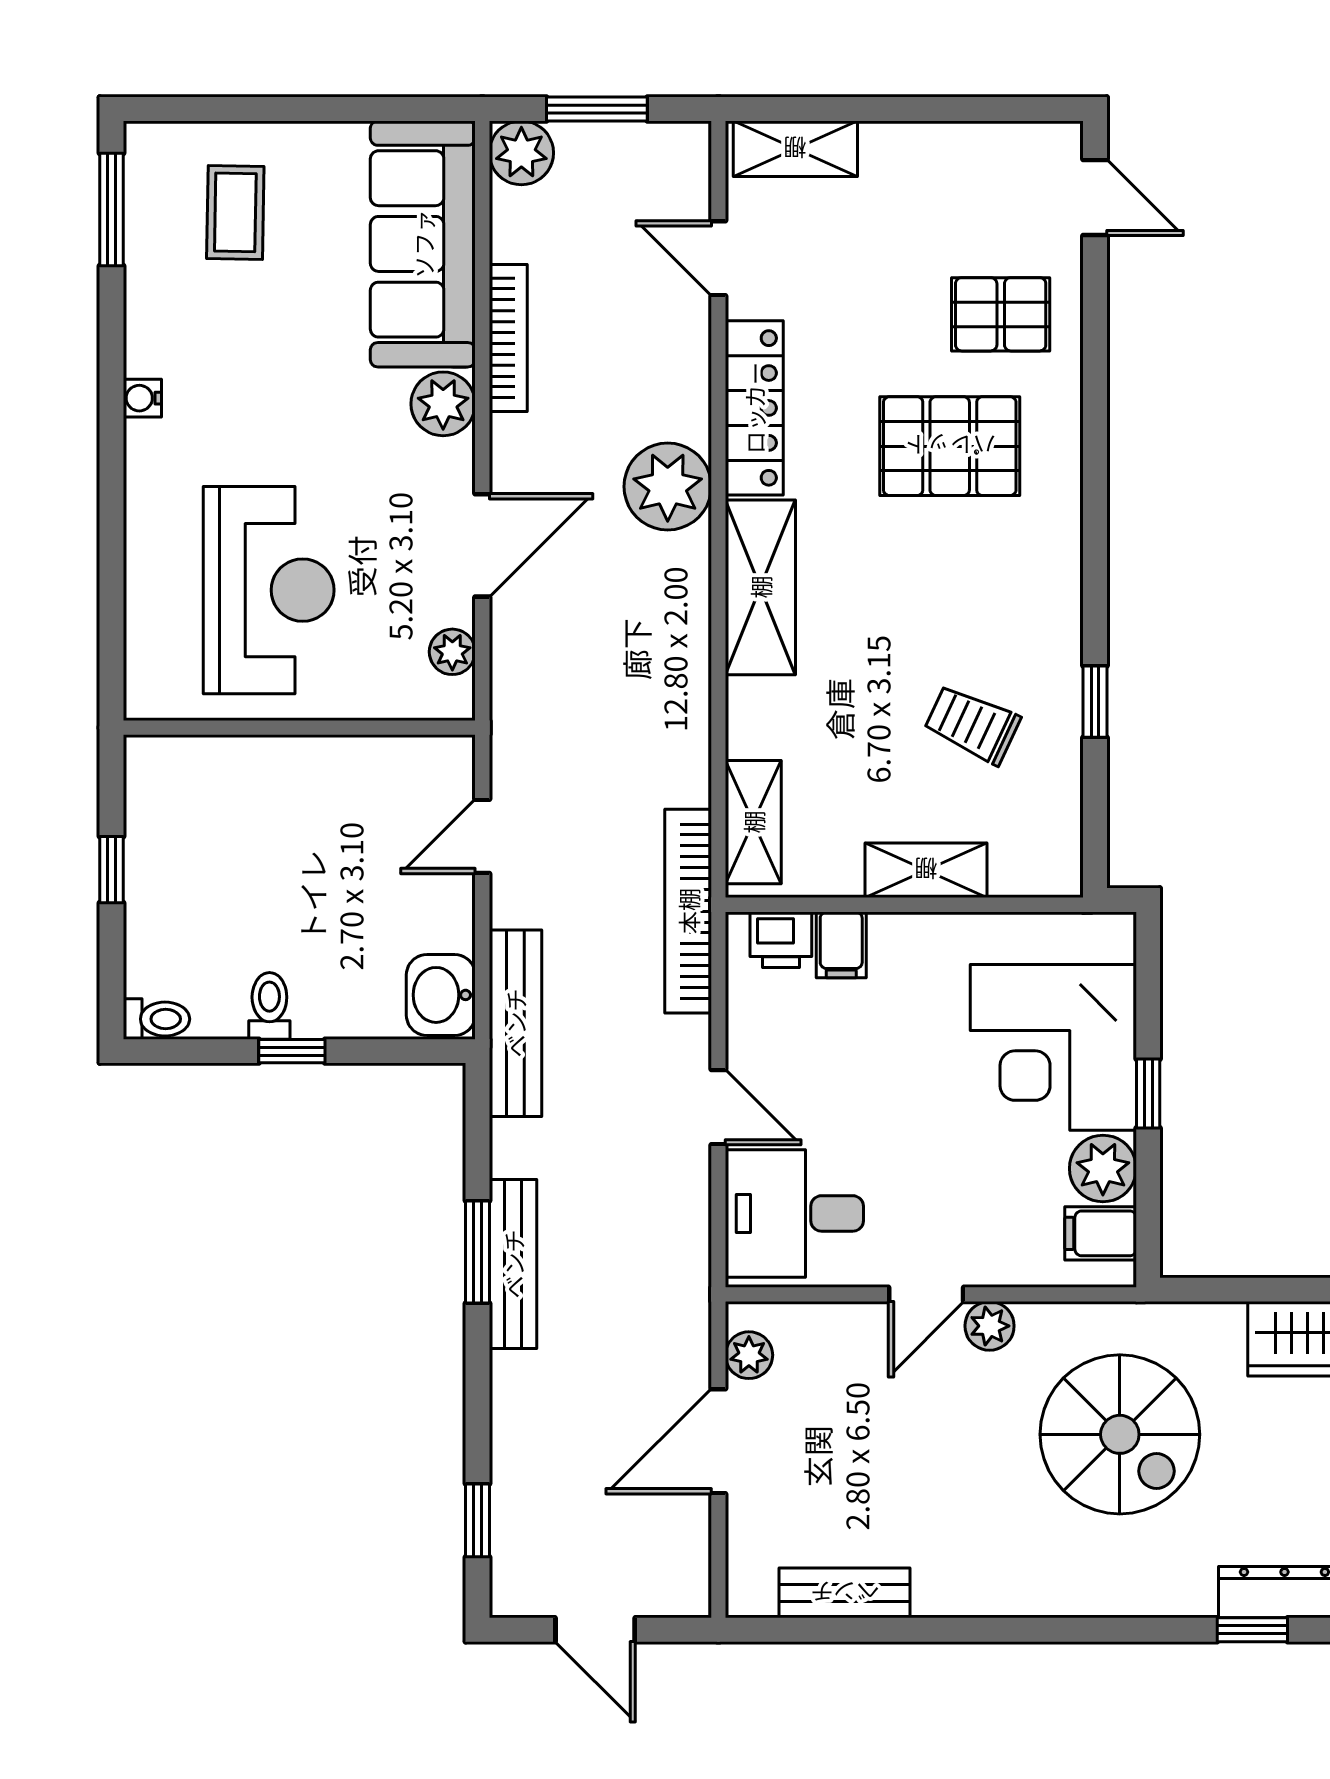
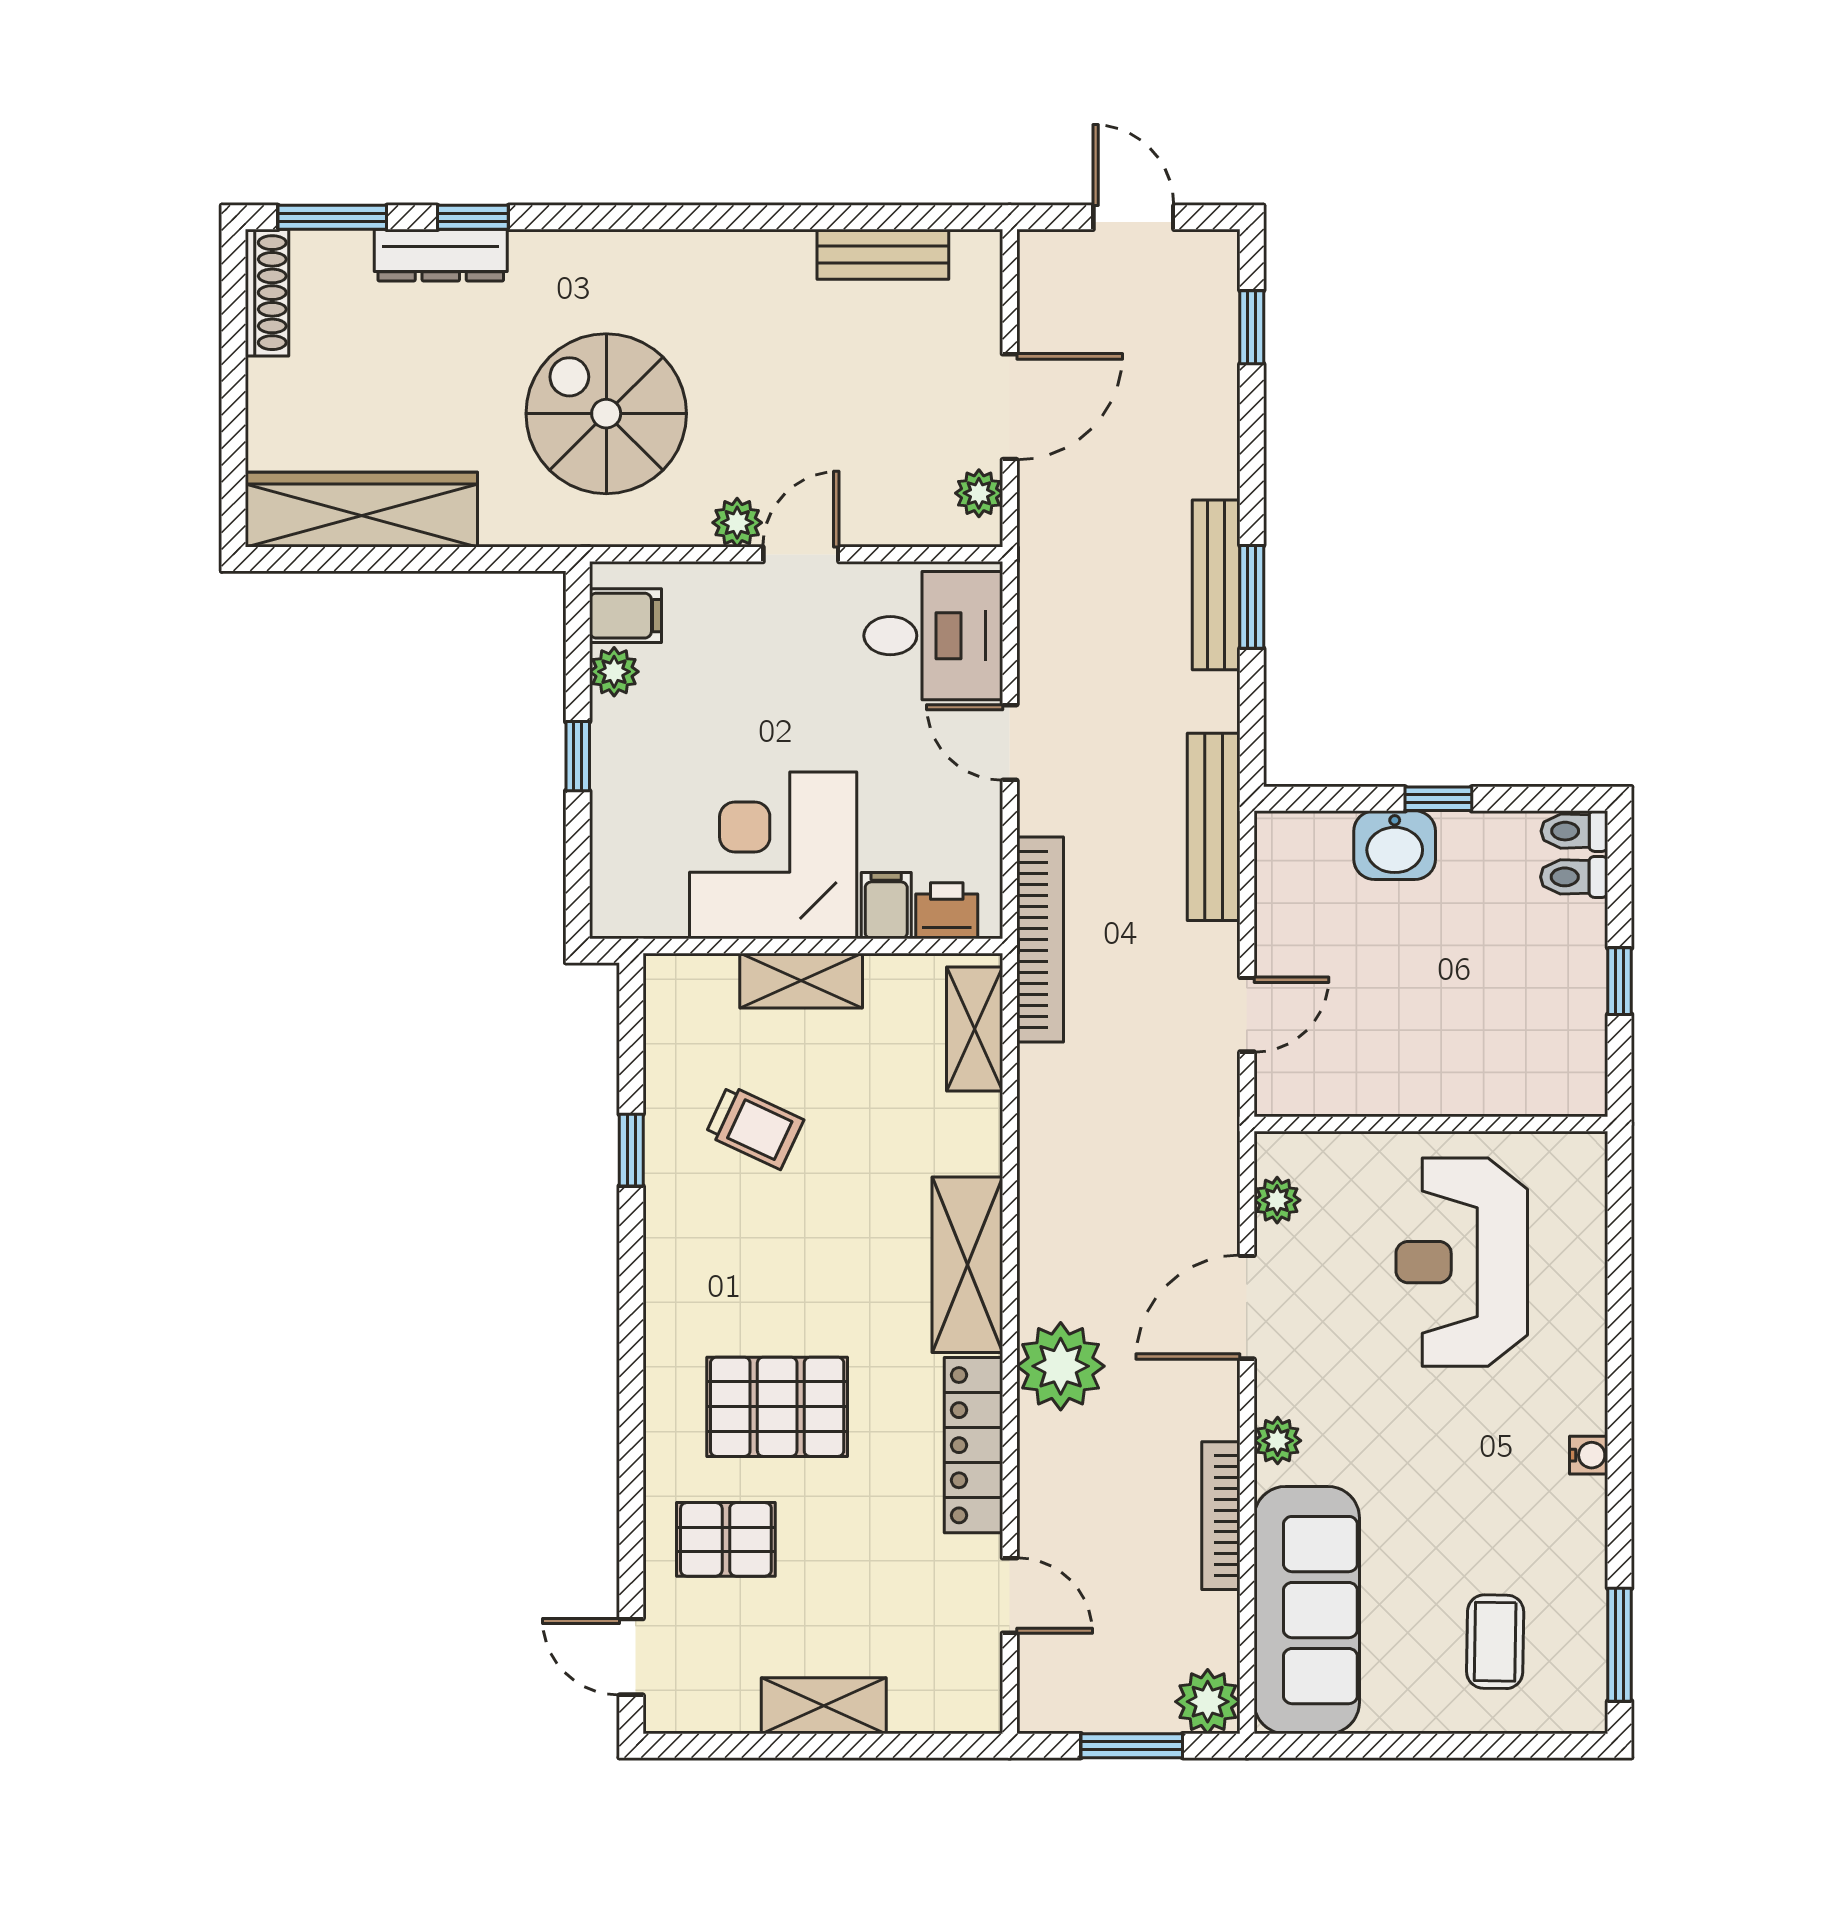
shelving: (795, 149) -> (824, 1706), moved
plant: (443, 404) -> (1278, 1441), width x0.73, depth x0.73
washbasin: (441, 995) -> (1395, 845), moved, turned 90
toilet: (269, 1006) -> (1574, 877), moved, turned 90
corner desk: (1053, 1047) -> (773, 855), moved, turned -90
plant: (1103, 1168) -> (614, 672), width x0.73, depth x0.73

